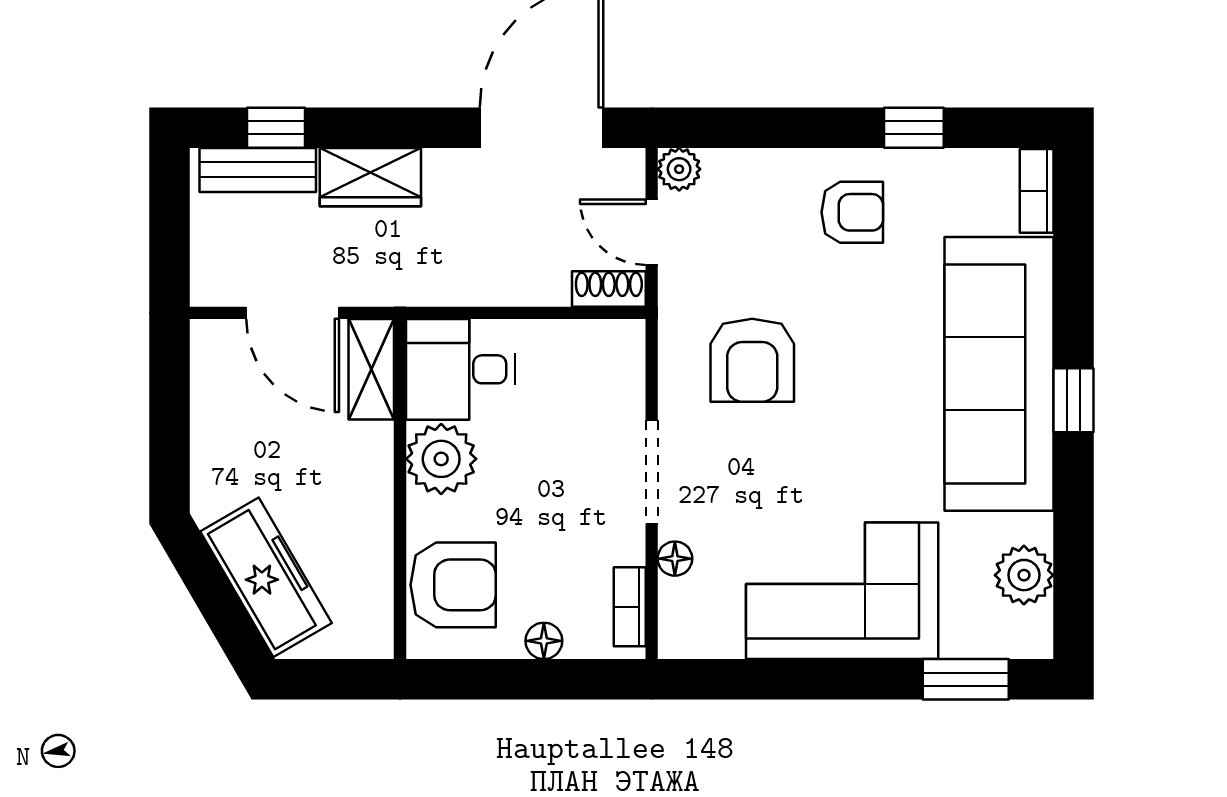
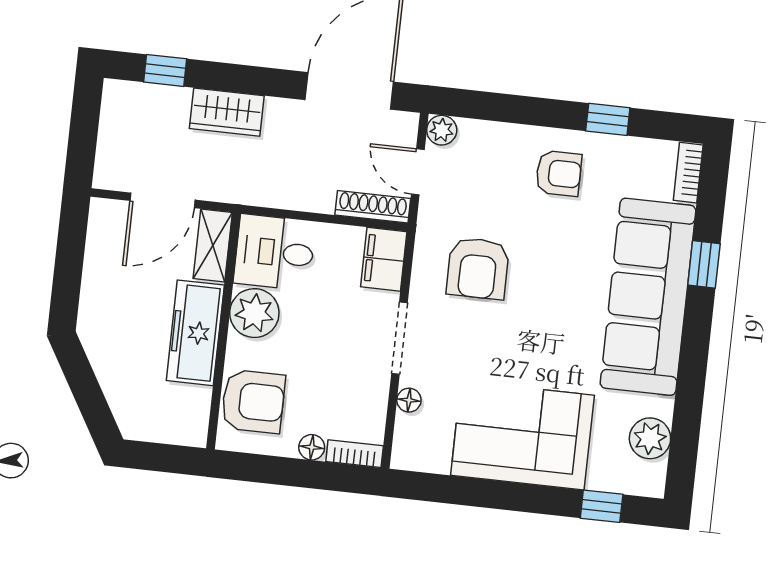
bench: (258, 170) -> (149, 98), removed
shoe rack: (609, 289) -> (373, 207), width x1.43
door: (293, 313) -> (162, 200), hinge flipped
filing cabinet: (617, 362) -> (384, 259), added
window: (1074, 400) -> (704, 264), moved
freezer: (266, 577) -> (195, 333), moved, turned -150
bookcase: (630, 607) -> (355, 454), moved, turned 90
window: (966, 679) -> (602, 506), width x0.67

